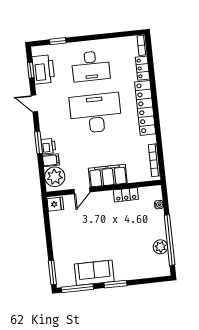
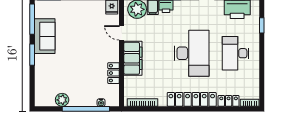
window: (170, 240) -> (86, 109), moved

